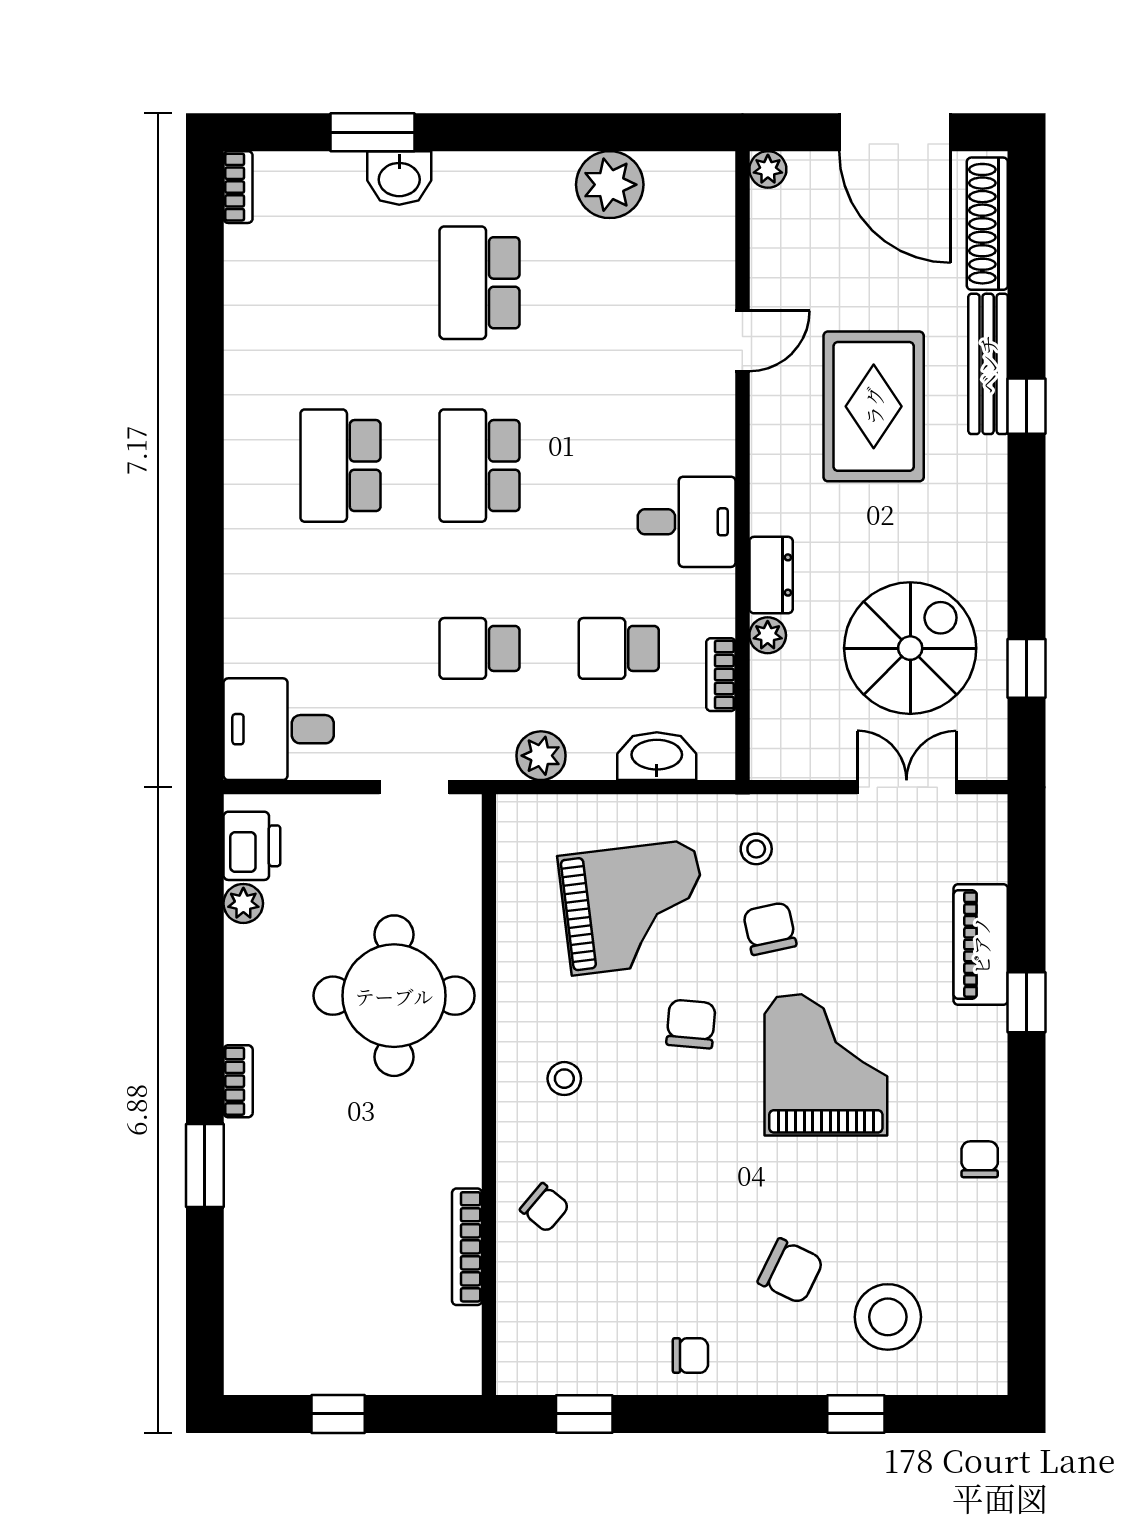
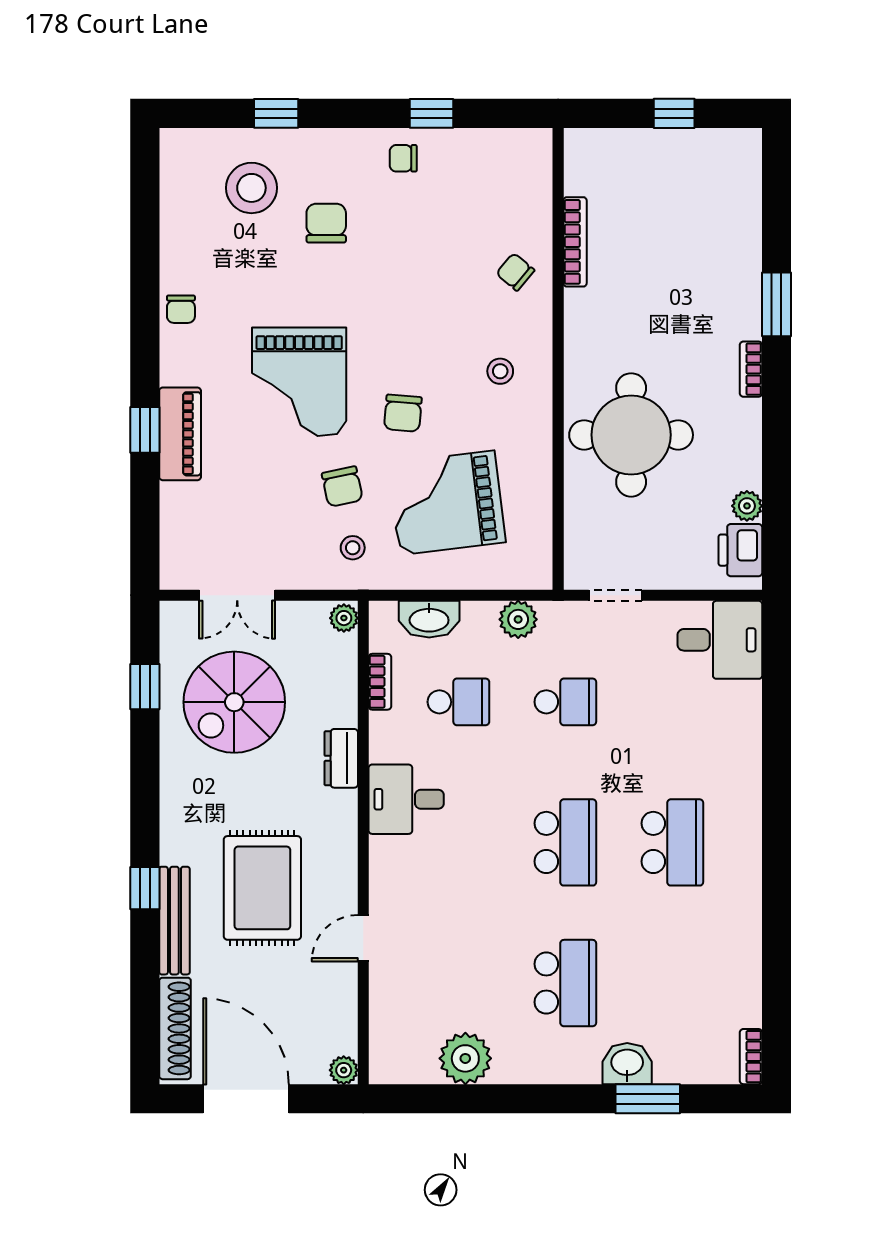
plant: (768, 635) -> (344, 618), moved
piano: (981, 945) -> (180, 434), moved
chair: (791, 1271) -> (326, 223), turned 64
window: (584, 1414) -> (431, 113), moved

